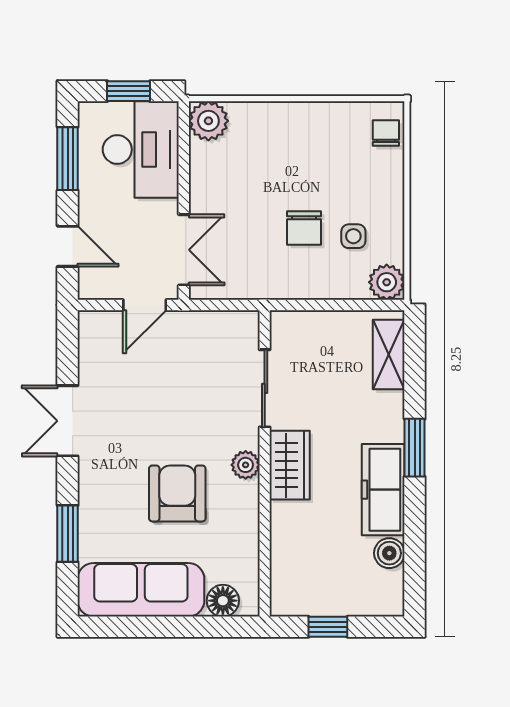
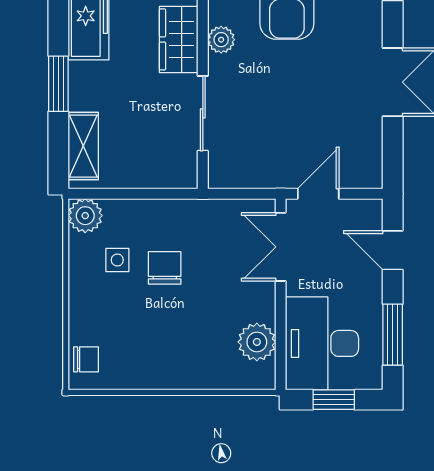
plant: (208, 121) -> (257, 342), moved
chair: (386, 133) -> (86, 359), turned -90
window: (415, 448) -> (58, 84), moved

